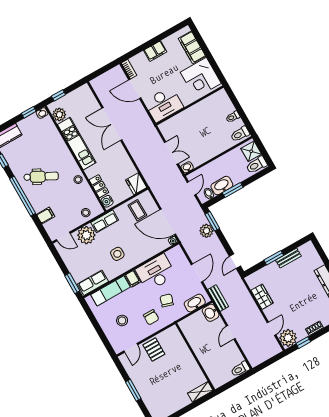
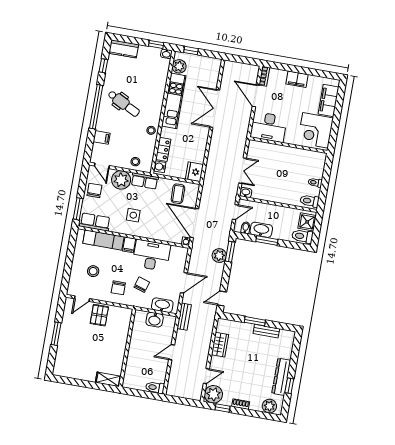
chair: (73, 259) -> (94, 190), added
washbasin: (211, 313) -> (155, 320), moved, turned -90

